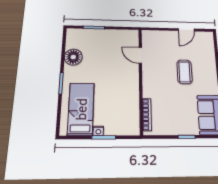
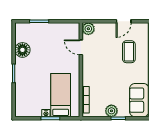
plant: (148, 36) -> (88, 29), added
coffee table: (184, 72) -> (129, 52), moved
bed: (81, 109) -> (61, 95), moved
plant: (178, 128) -> (111, 111), added

